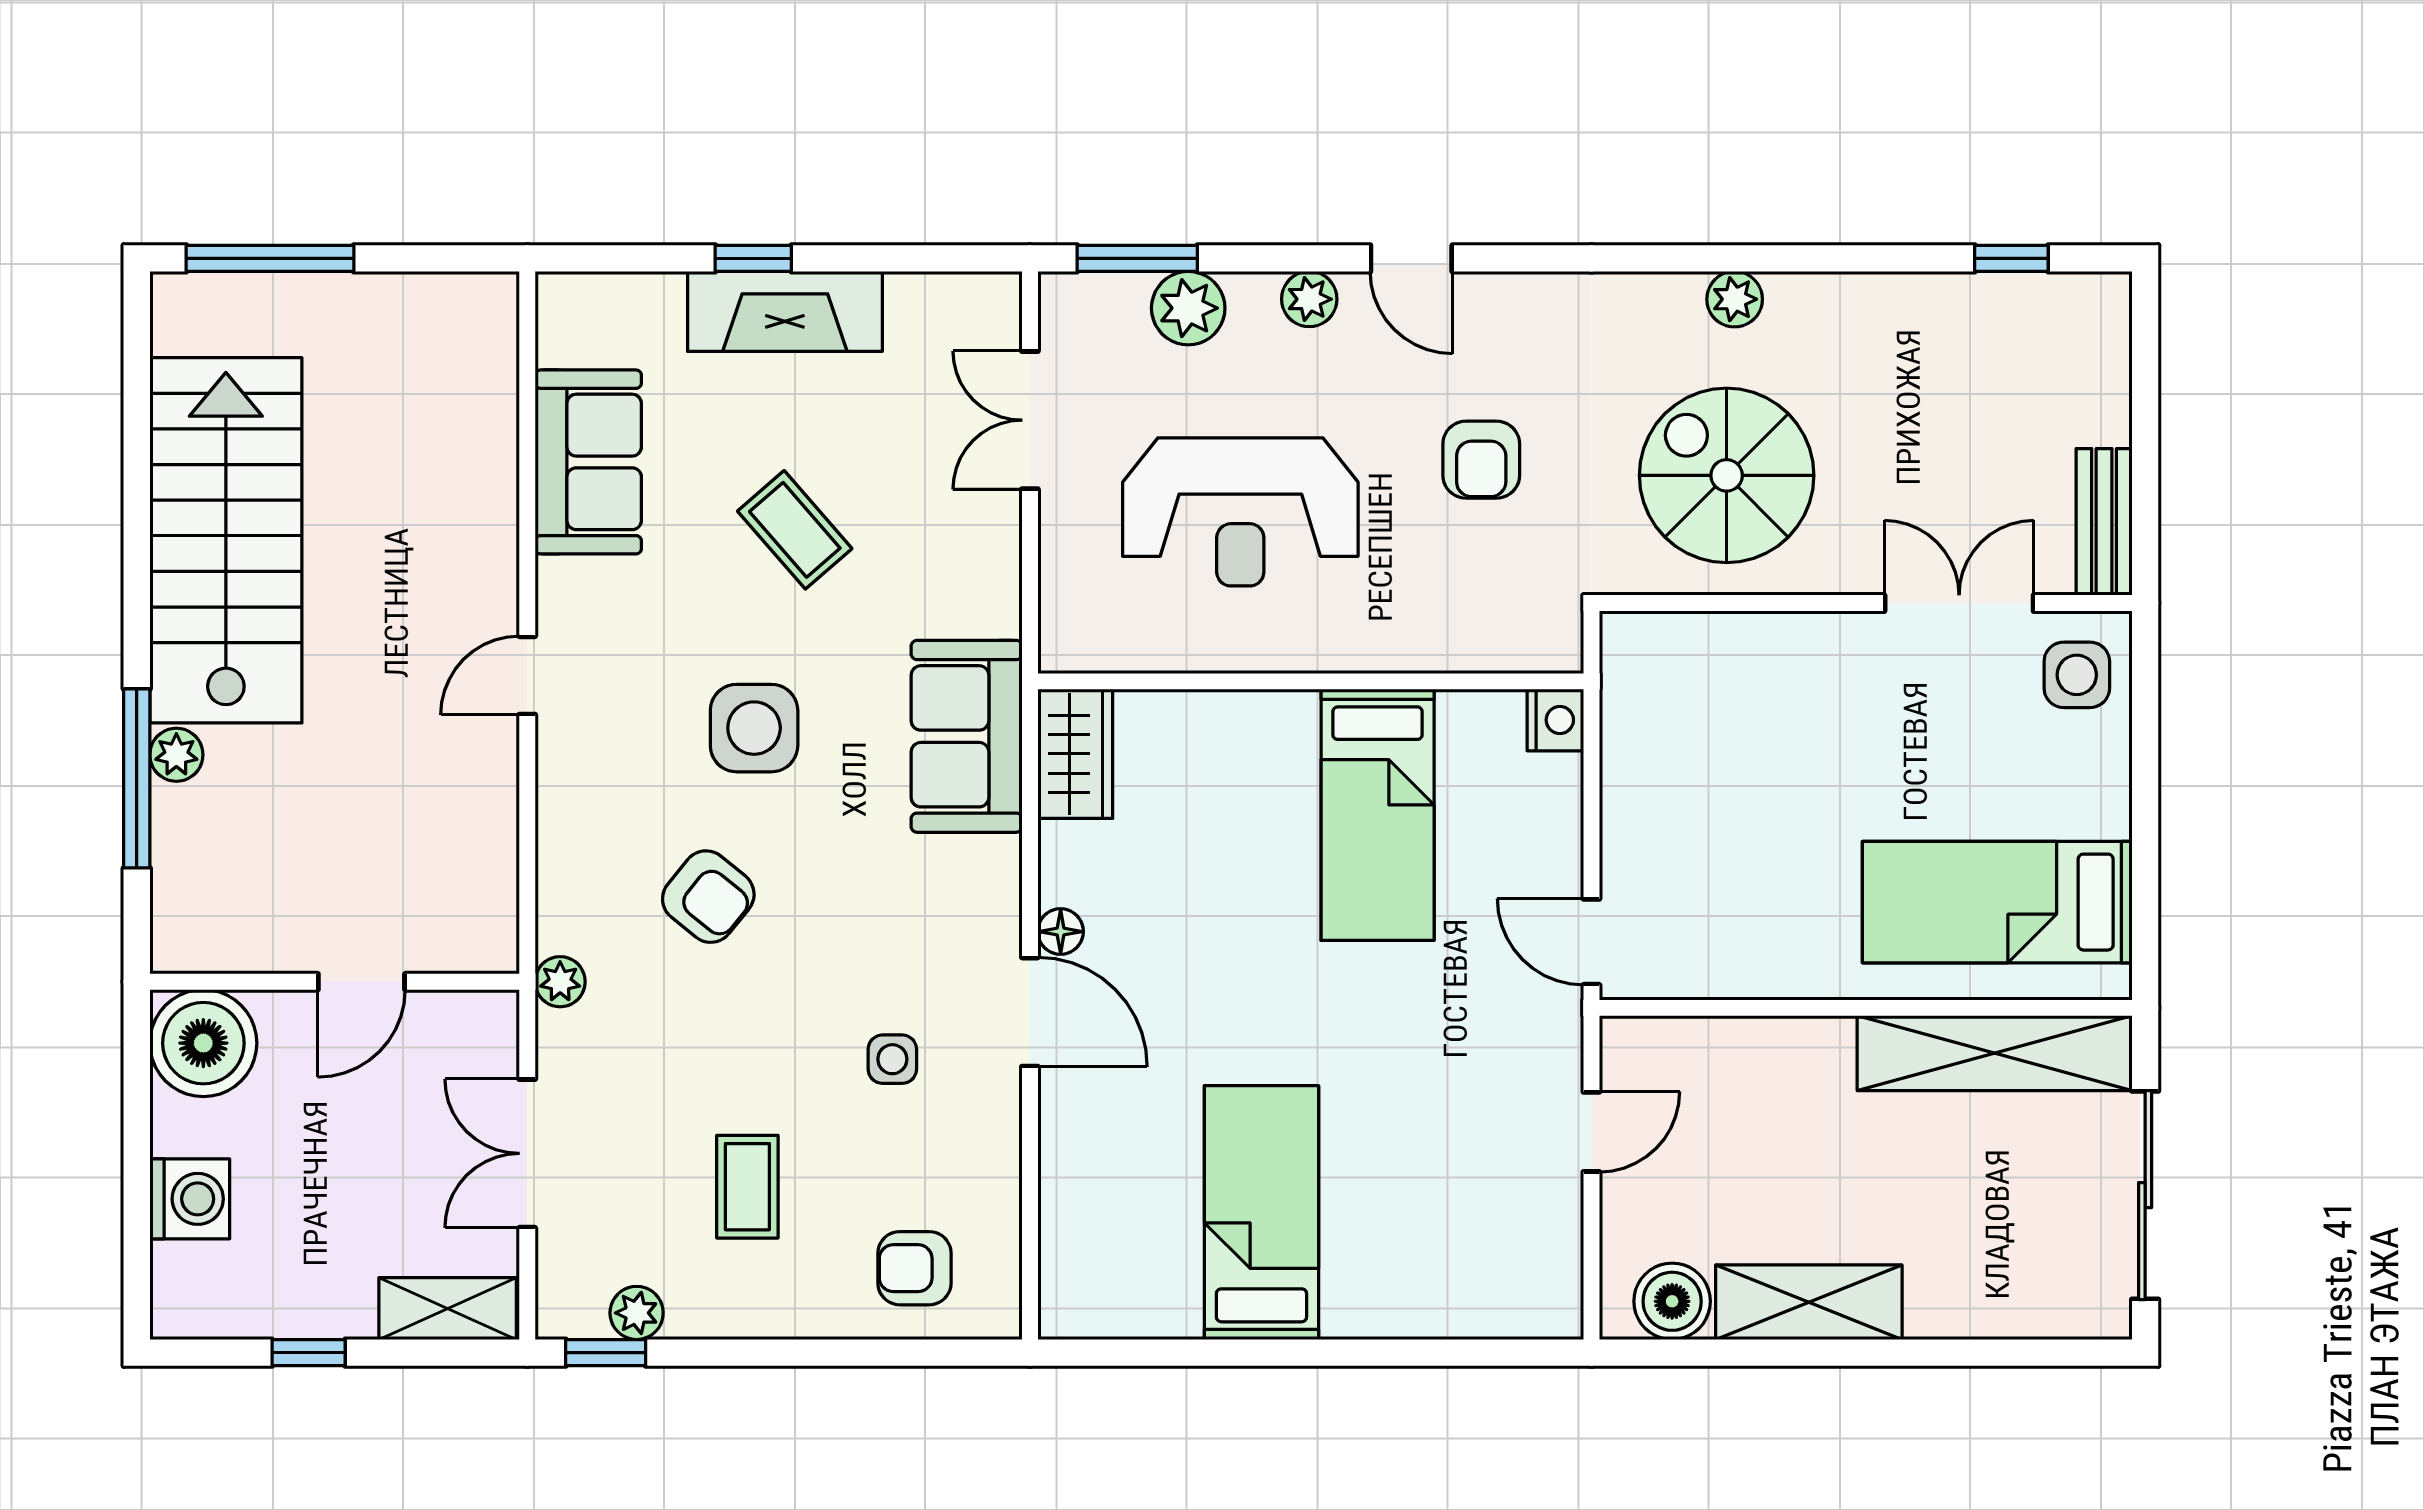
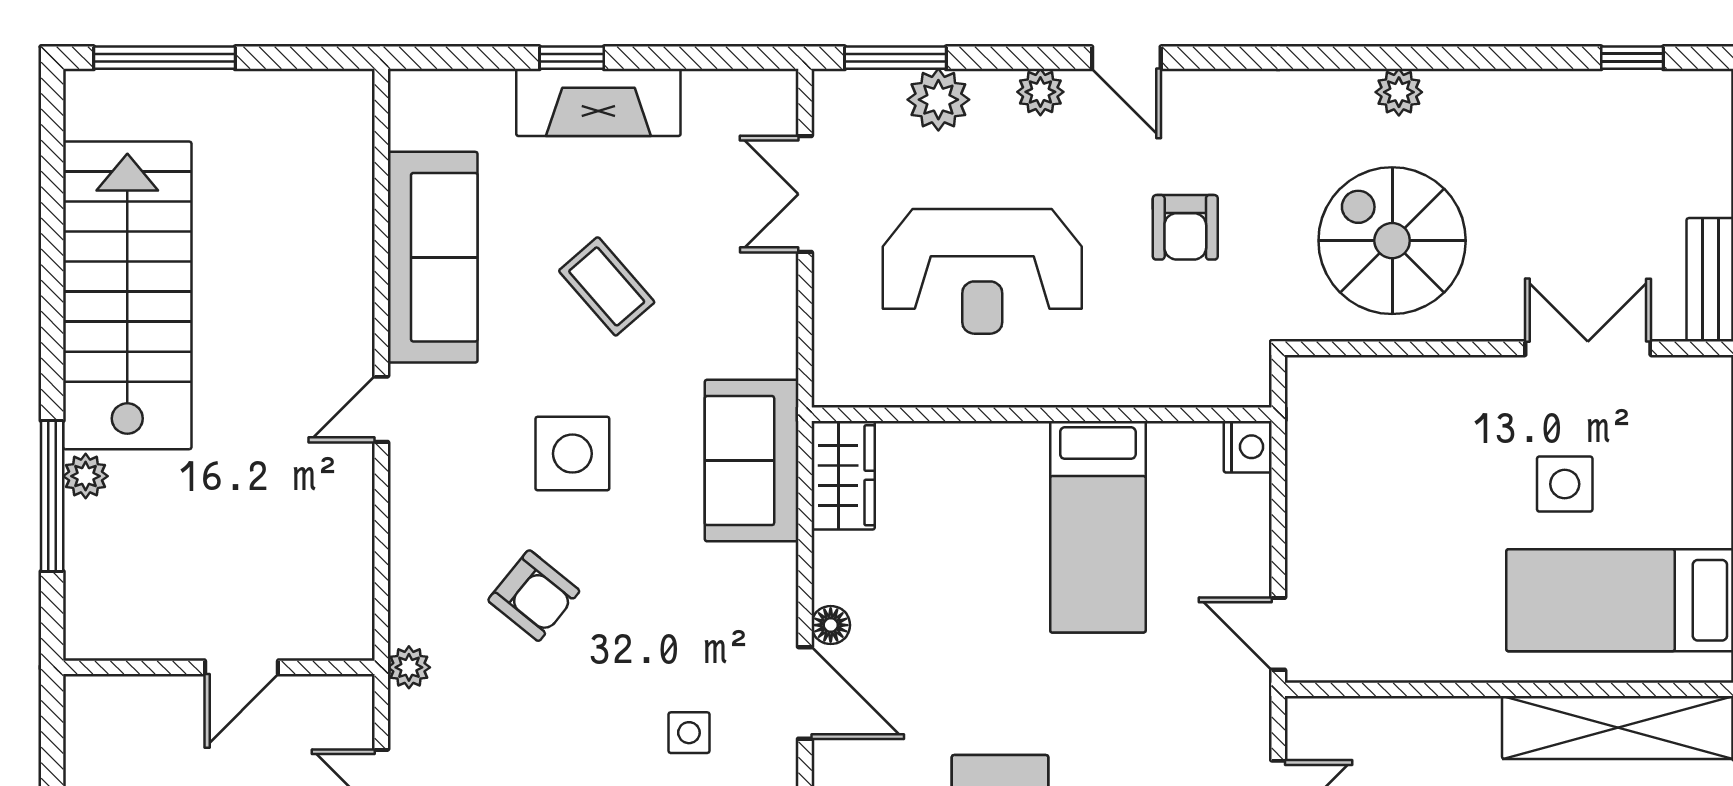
sofa: (588, 462) -> (433, 257), width x1.36
side table: (2077, 675) -> (1565, 484), moved
boiler: (203, 1043) -> (108, 719), removed

